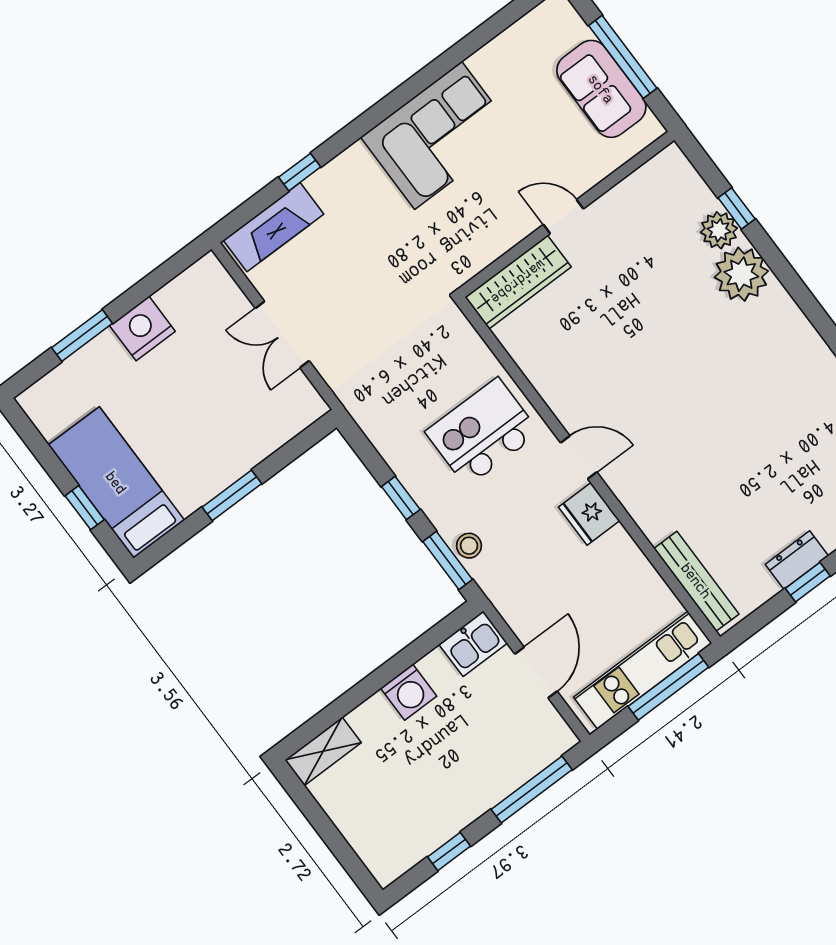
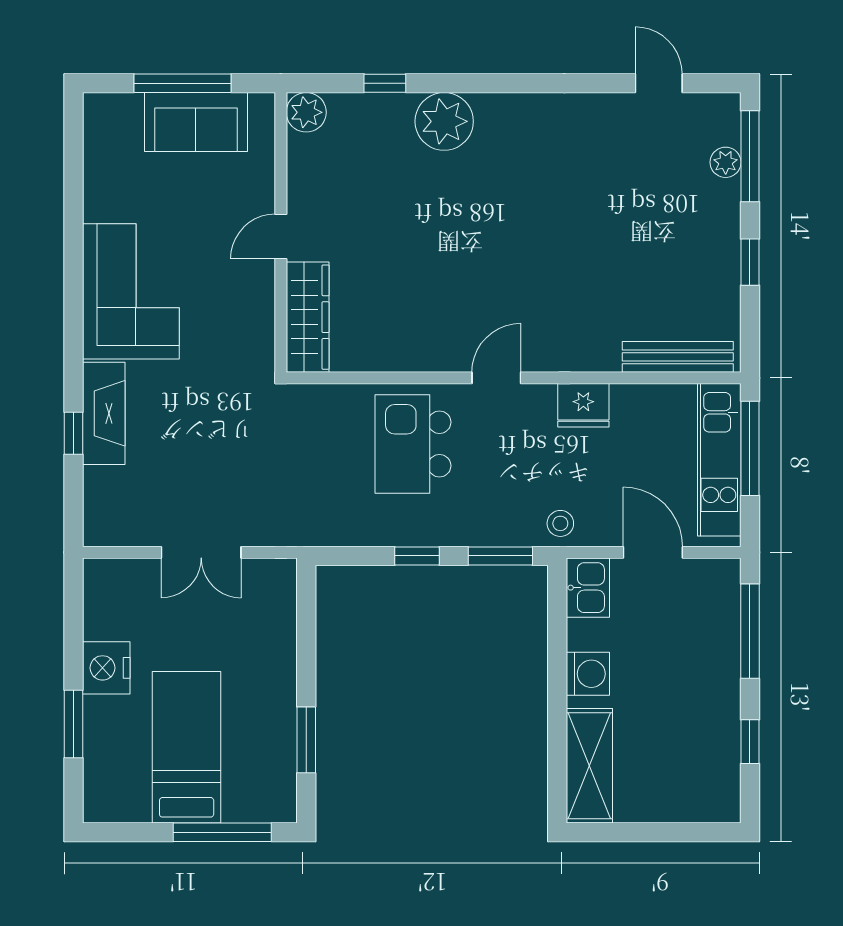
fireplace: (273, 227) -> (104, 413), moved
plant: (719, 230) -> (306, 112), moved
bed: (116, 483) -> (187, 747), moved, turned 90
window: (232, 495) -> (306, 740), moved
window: (85, 508) -> (222, 832), width x2.17
fridge: (589, 514) -> (583, 405), moved
stool: (469, 546) -> (560, 523), moved
dresser: (797, 560) -> (724, 257), removed
shelving: (323, 751) -> (589, 766), width x1.50, depth x1.33

